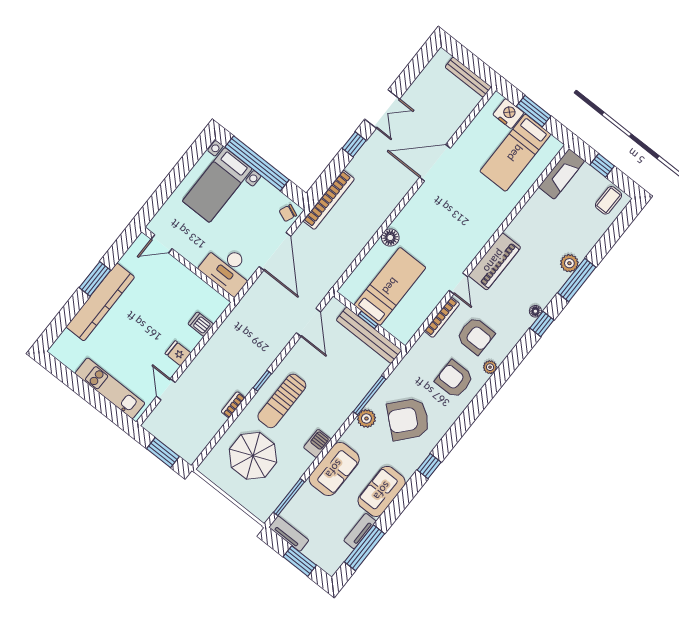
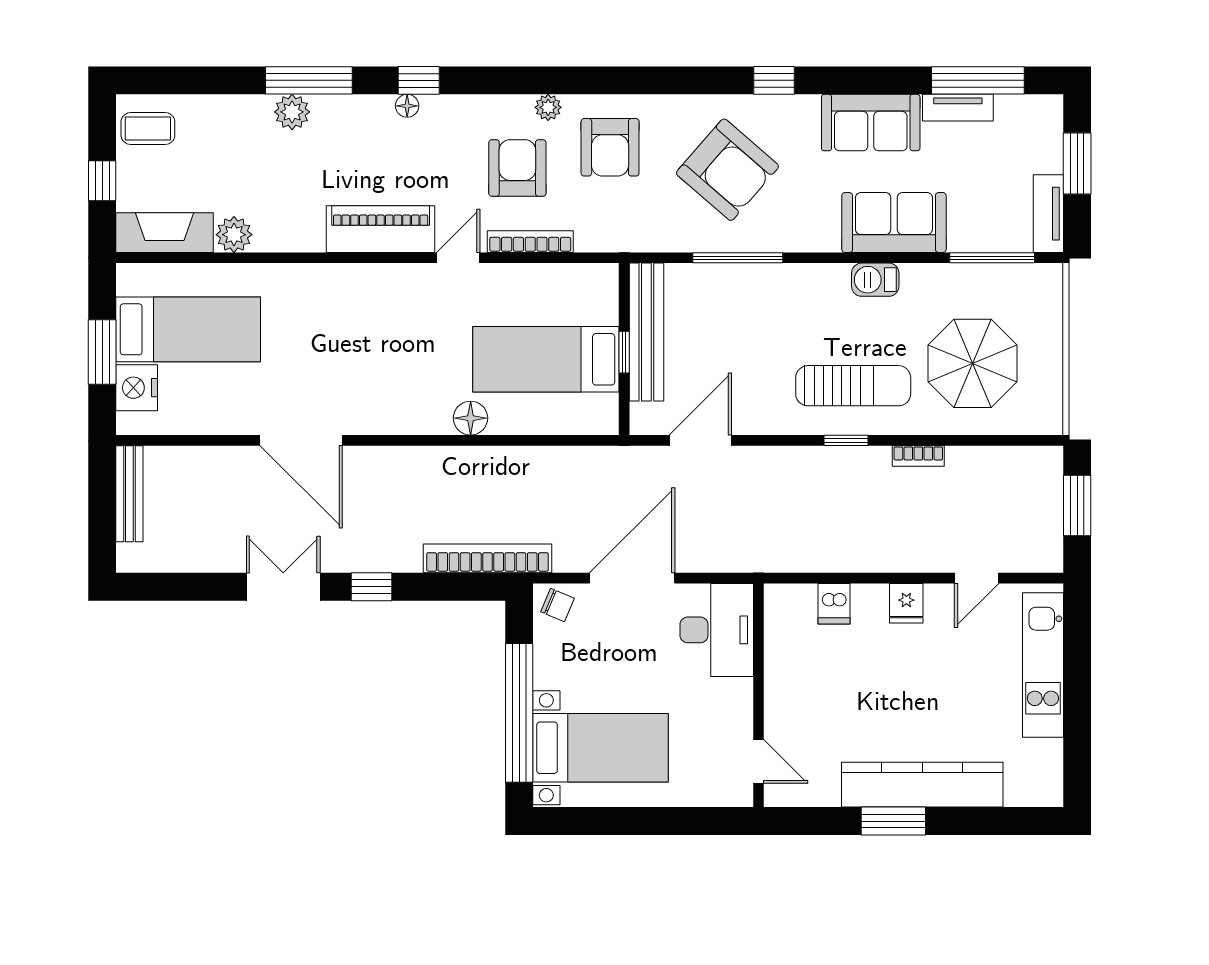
plant: (366, 419) -> (234, 235), moved

